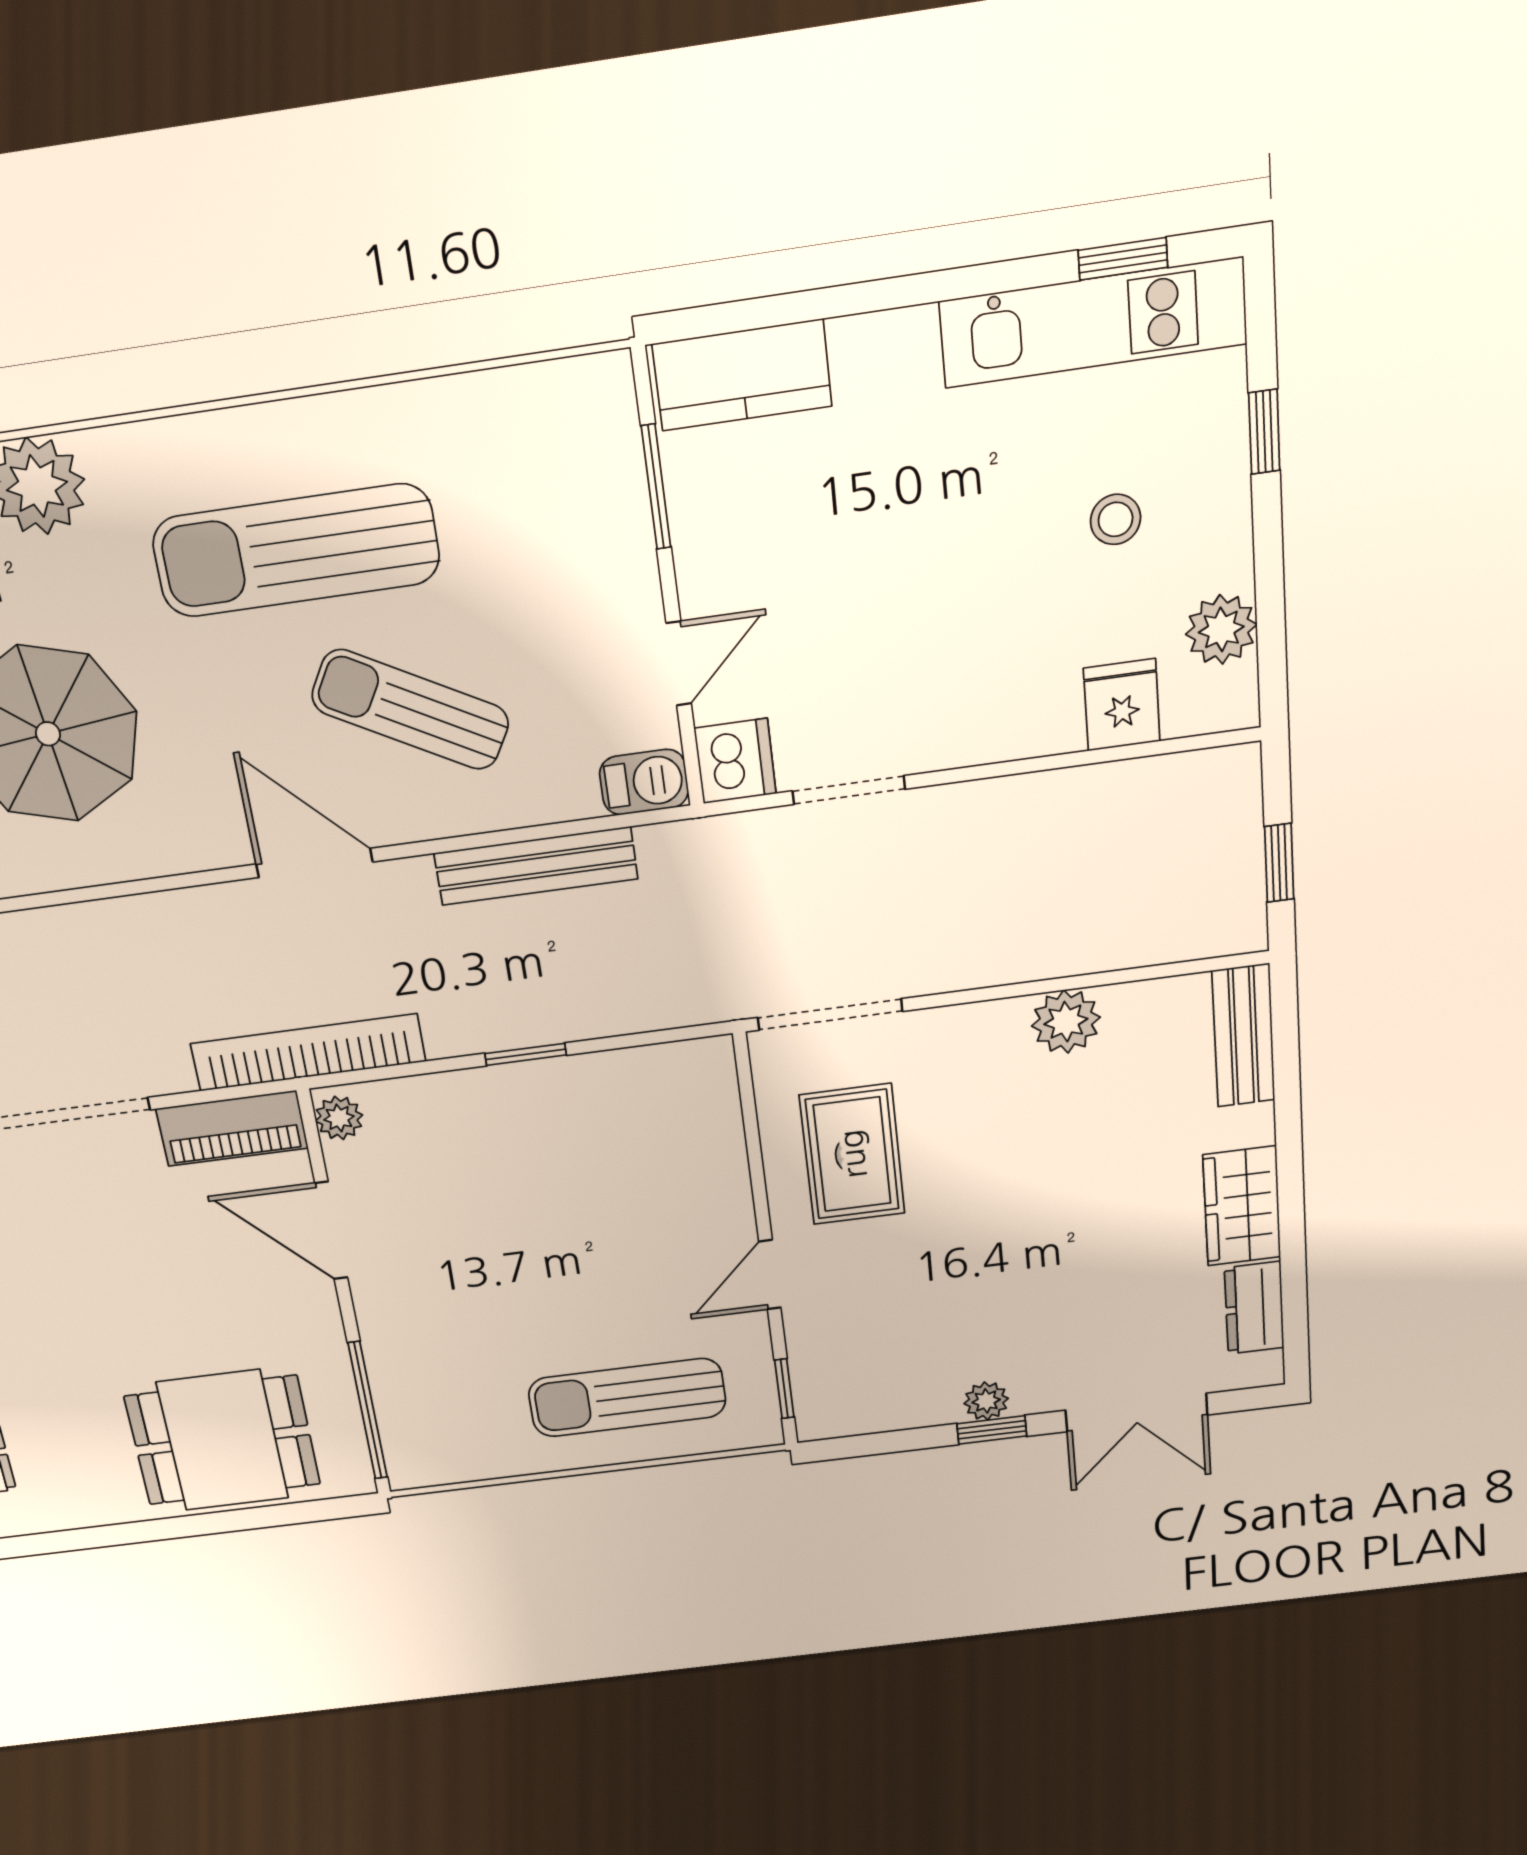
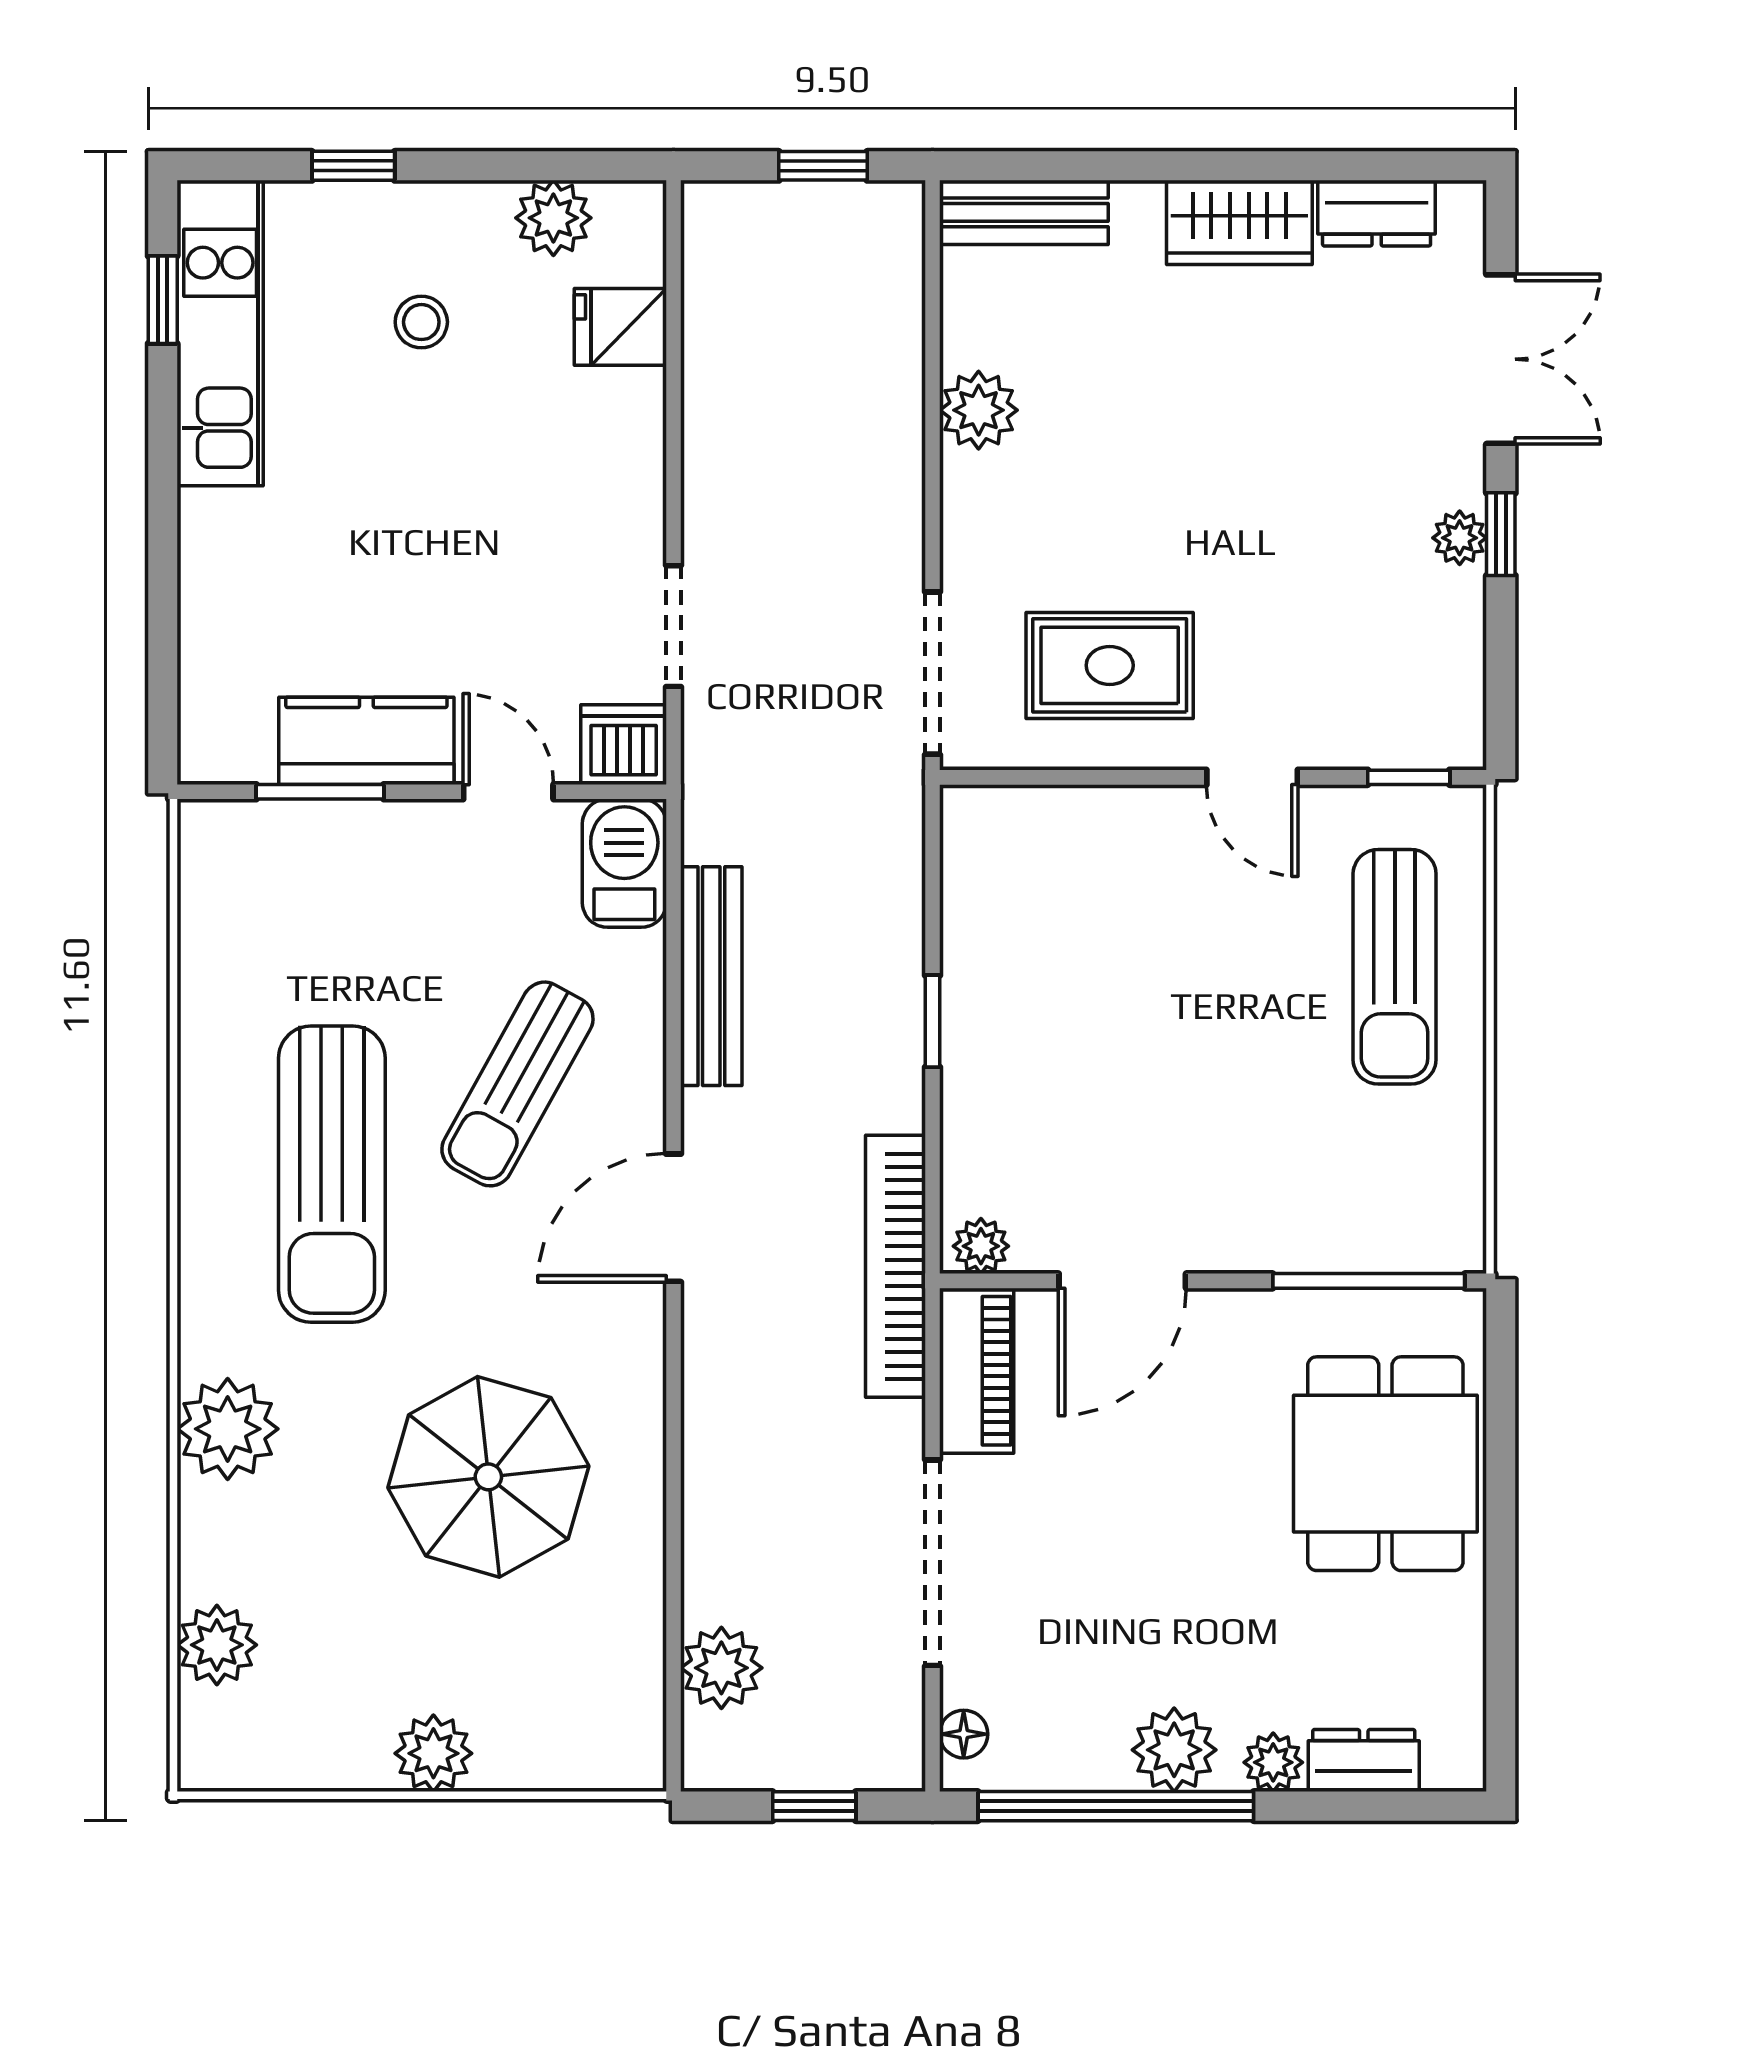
kitchen counter: (742, 375) -> (366, 741), moved, turned -90
barbecue: (644, 782) -> (624, 863), width x1.38, depth x1.27

